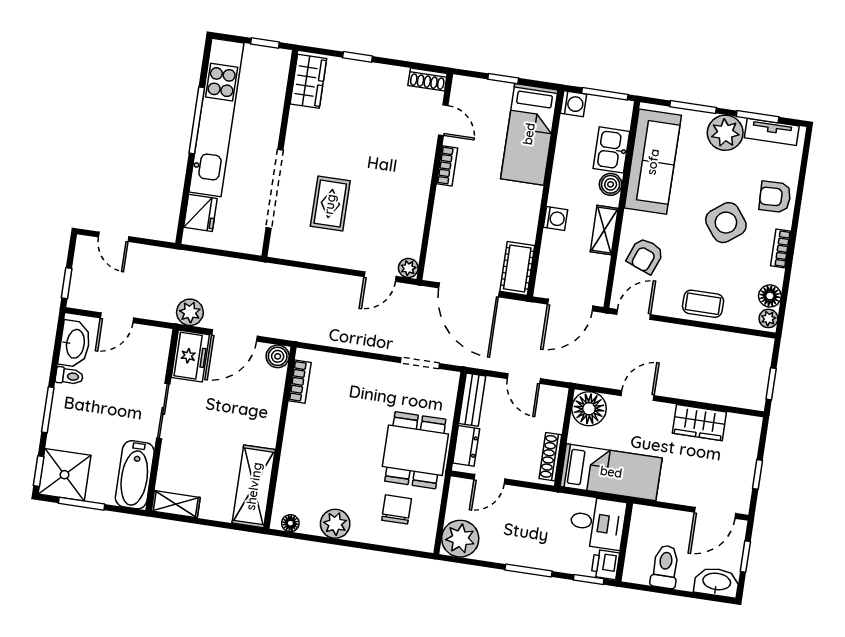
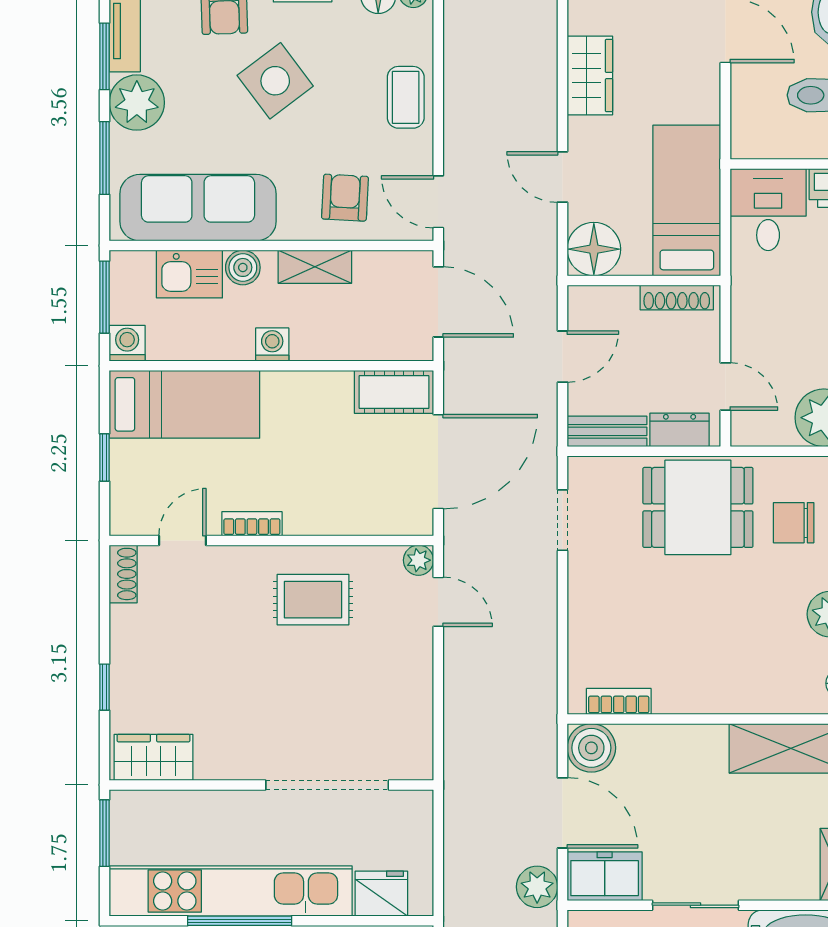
window: (265, 43) -> (105, 833), width x1.50
rug: (330, 204) -> (313, 600), moved
washing machine: (555, 219) -> (272, 345), moved
armchair: (645, 256) -> (345, 198), turned -108
boiler: (278, 356) -> (591, 748), width x1.36, depth x1.36

